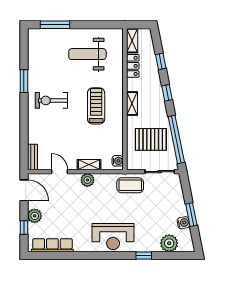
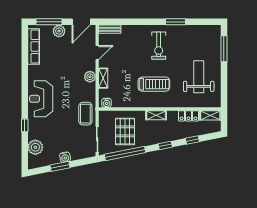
exercise bike: (51, 100) -> (159, 46), turned 180
water cooler: (183, 223) -> (65, 157), moved
window: (24, 227) -> (49, 22), width x2.17

